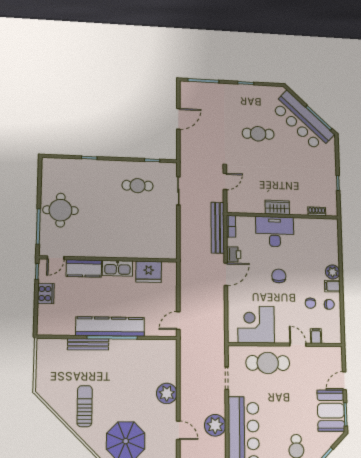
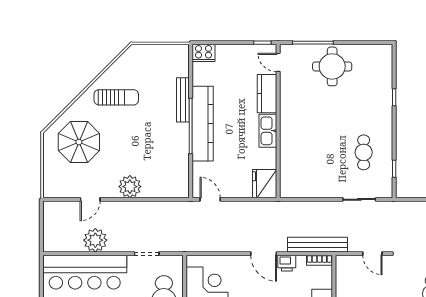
fridge: (149, 272) -> (265, 184), moved
cooker: (46, 294) -> (204, 53), moved

